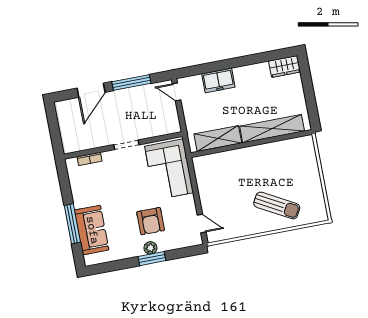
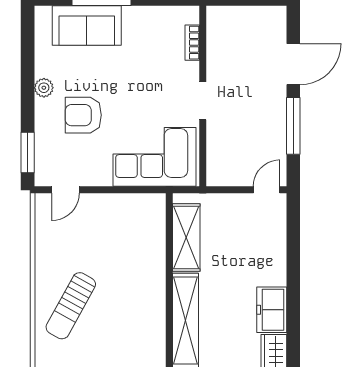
freezer: (218, 80) -> (272, 310), moved
door: (91, 90) -> (293, 64), swing flipped
plant: (150, 248) -> (44, 88), moved
window: (152, 259) -> (28, 152), moved

